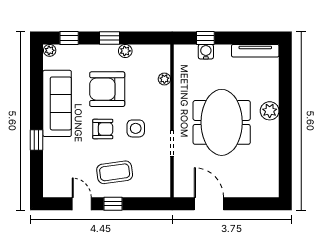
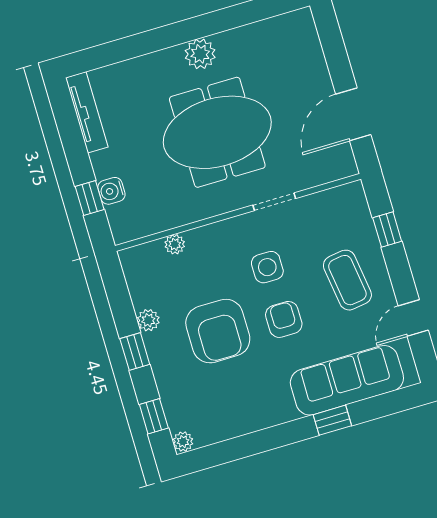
sofa: (57, 103) -> (347, 380), moved
plant: (270, 111) -> (200, 54), moved
window: (113, 204) -> (387, 229), moved

